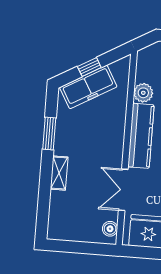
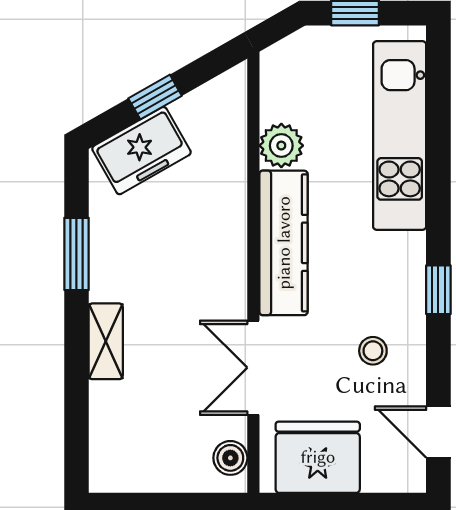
freezer: (88, 87) -> (141, 151), width x0.71

